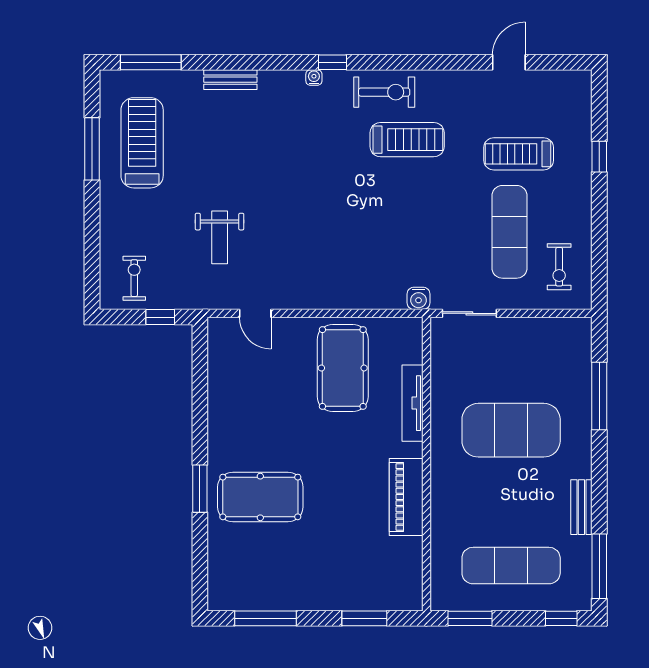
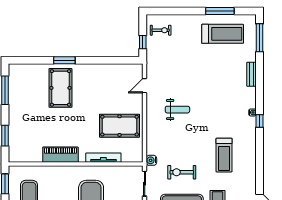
exercise bike: (384, 92) -> (182, 172), moved, turned 90
weight bench: (220, 237) -> (177, 110), moved, turned 180

